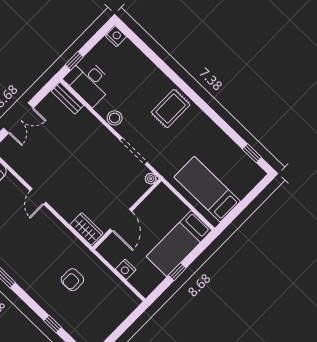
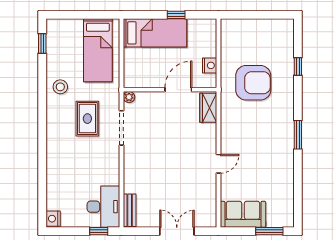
rug: (171, 109) -> (87, 119), moved, turned 90
stool: (115, 118) -> (60, 87), moved
nightstand: (126, 269) -> (210, 65), moved
armchair: (72, 280) -> (253, 83), width x1.88, depth x1.88

